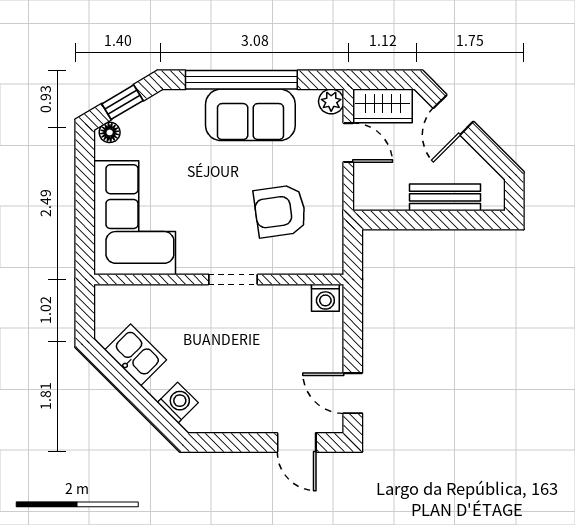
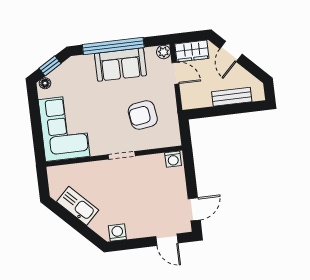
kitchen sink: (135, 355) -> (78, 206), width x1.38
door: (353, 393) -> (194, 209), swing flipped
washing machine: (178, 403) -> (117, 233), moved, turned -45

